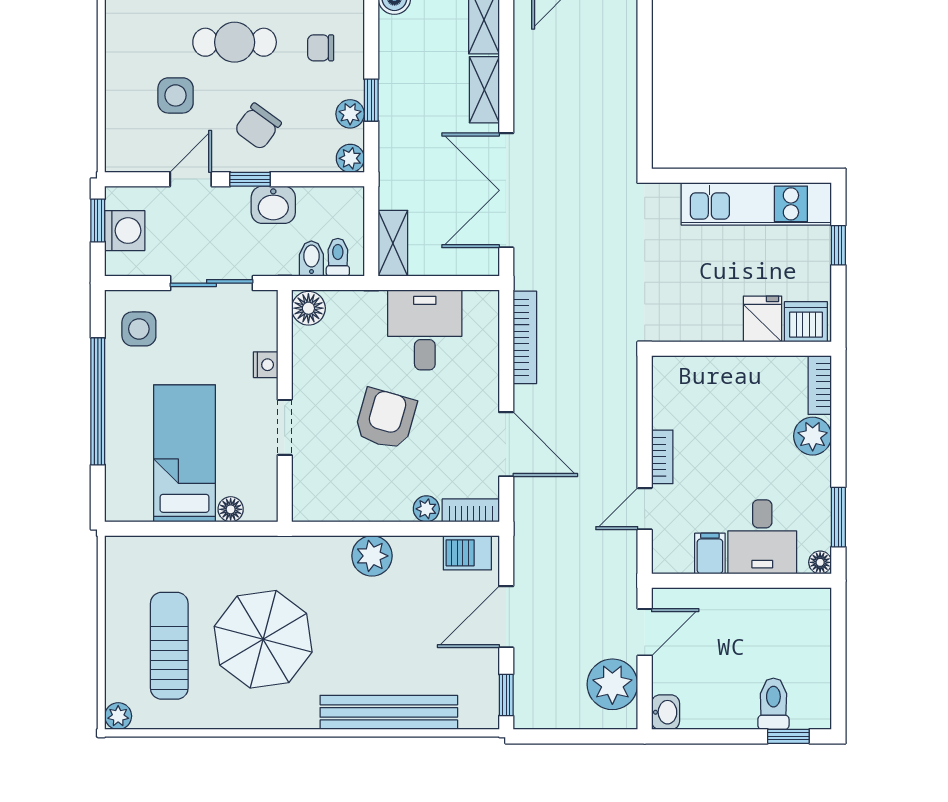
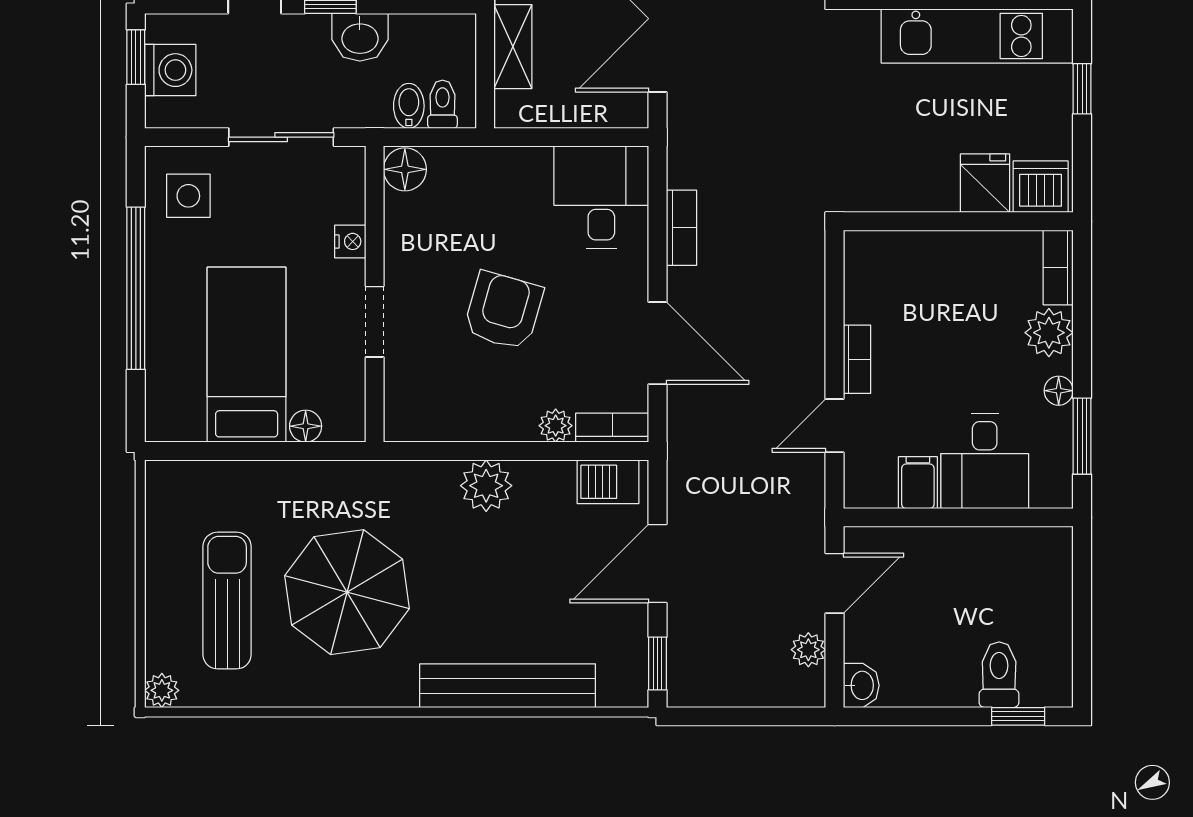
shelving: (393, 243) -> (513, 47), moved
desk: (425, 330) -> (601, 197), moved
bookcase: (525, 337) -> (681, 228), width x0.64
floor lamp: (820, 562) -> (1059, 391), moved
plant: (612, 684) -> (808, 650), width x0.53, depth x0.53

